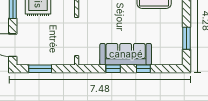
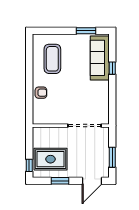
sofa: (126, 54) -> (100, 58), moved
window: (113, 69) -> (112, 94), removed

